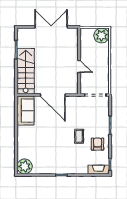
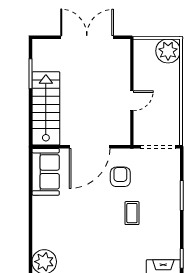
door: (79, 66) -> (132, 101), hinge flipped
door: (53, 95) -> (90, 147), hinge flipped
armchair: (98, 144) -> (120, 177), moved

